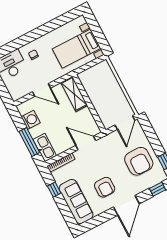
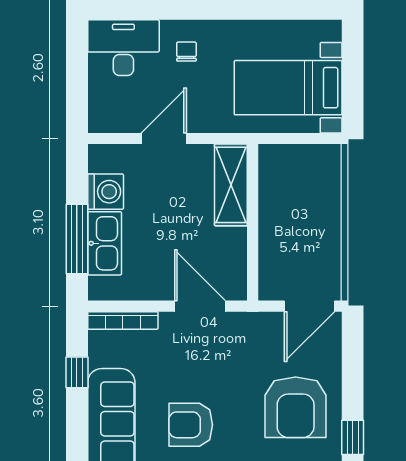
door: (42, 90) -> (164, 139), swing flipped
kitchen sink: (45, 148) -> (105, 243), moved
armchair: (105, 187) -> (191, 425), turned 90

